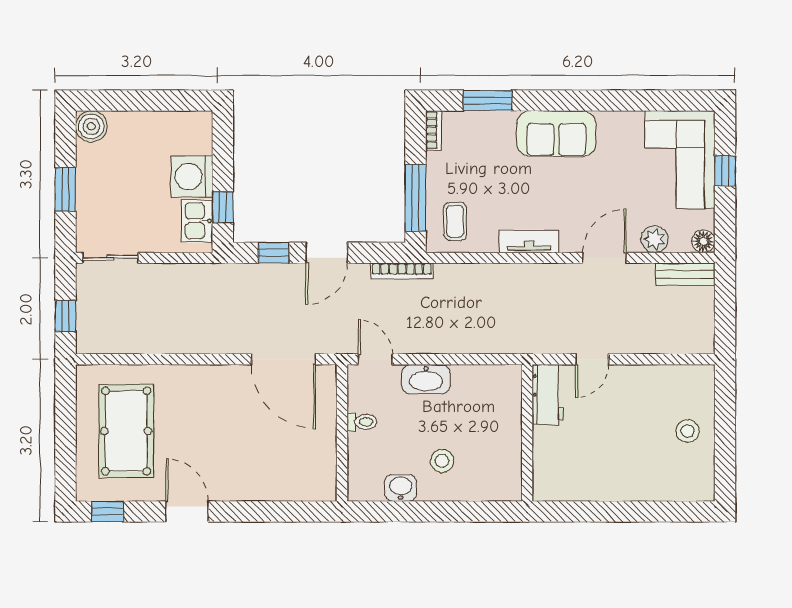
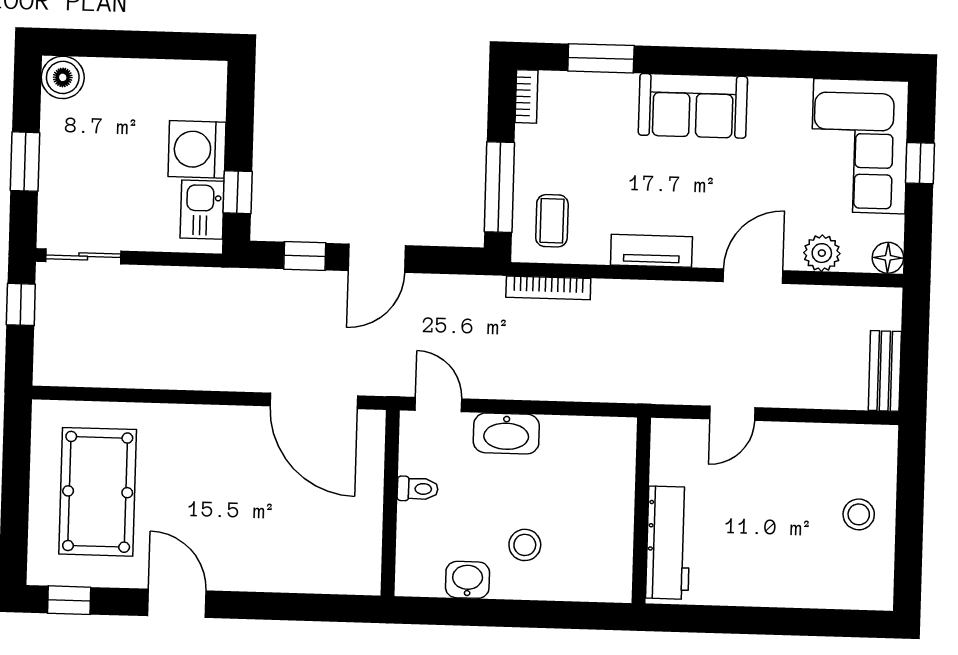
bookcase: (402, 271) -> (548, 288), moved
bench: (685, 274) -> (885, 371), moved, turned 90
window: (65, 316) -> (21, 304), moved
workbench: (548, 395) -> (668, 543), moved, width x1.38

